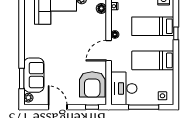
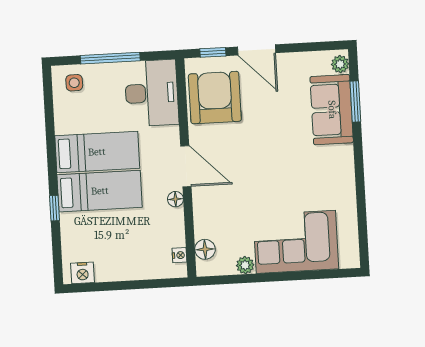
bed: (153, 26) -> (100, 191), moved
door: (109, 51) -> (186, 166), hinge flipped
door: (58, 107) -> (257, 50), moved

